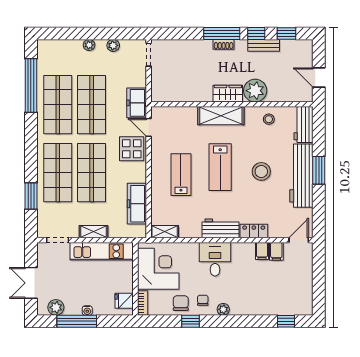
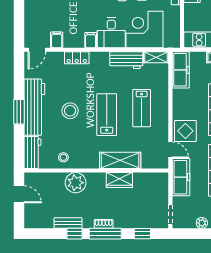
window: (287, 33) -> (142, 234), moved
wardrobe: (228, 94) -> (119, 180), moved
freezer: (137, 103) -> (181, 177), width x1.40
shelving: (221, 116) -> (120, 160), moved
freezer: (137, 204) -> (181, 70), moved
workbench: (220, 228) -> (126, 60), moved
filing cabinet: (262, 251) -> (91, 40), moved
corner desk: (158, 269) -> (145, 29), moved, turned 90

